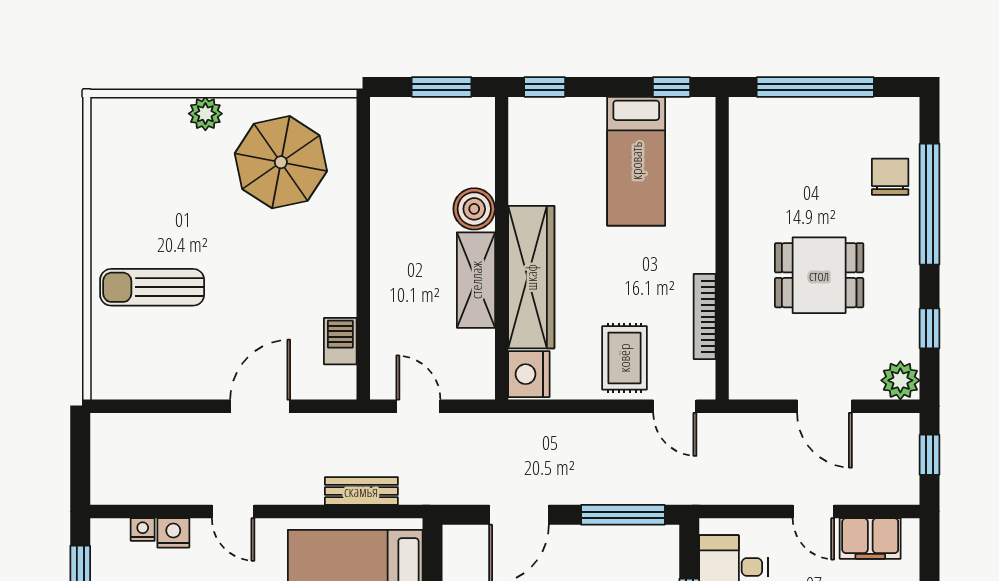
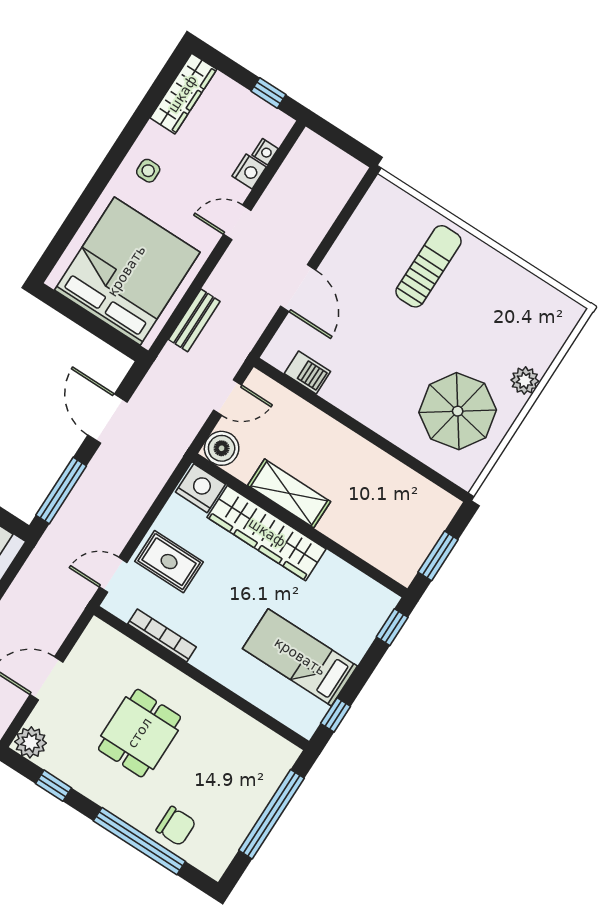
boiler: (474, 209) -> (222, 448), moved

